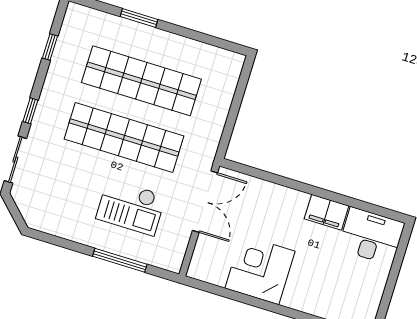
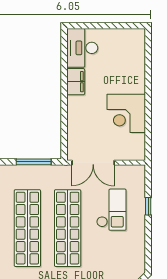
window: (232, 118) -> (34, 162), added
double door: (205, 202) -> (93, 163), swing flipped
window: (120, 260) -> (148, 206), width x0.46

